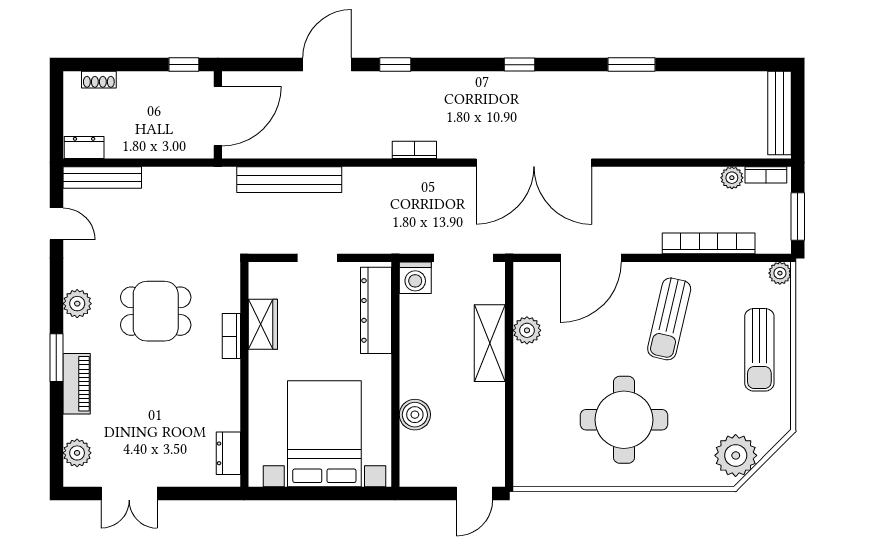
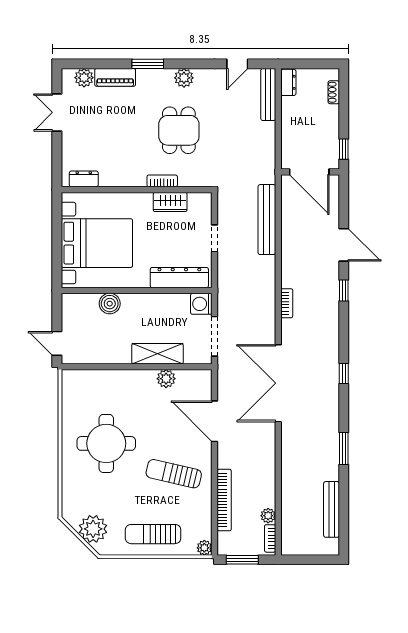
bench: (780, 113) -> (332, 509), moved, turned 90
piano: (77, 384) -> (115, 77), moved
plant: (736, 455) -> (93, 529), moved

